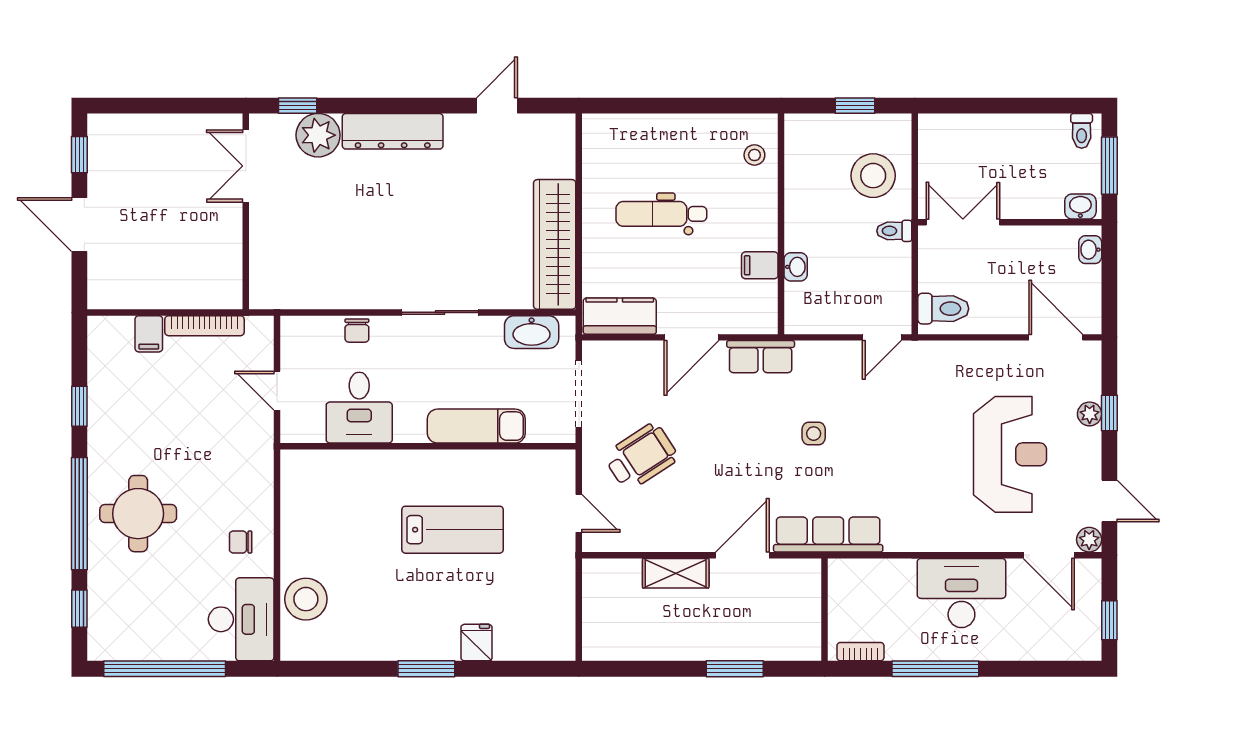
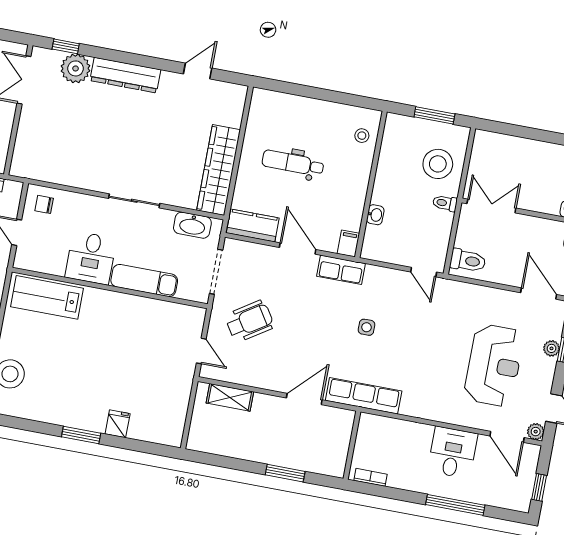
window: (855, 106) -> (434, 115), width x1.50
filing cabinet: (760, 265) -> (348, 243), moved, turned 90
chair: (357, 331) -> (44, 204), moved, turned 90
door: (692, 337) -> (298, 248), swing flipped
door: (882, 337) -> (424, 272), hinge flipped
desk: (359, 408) -> (91, 258), moved
lab bench: (453, 530) -> (47, 297), moved, turned 180
shelving: (676, 573) -> (230, 397), moved
desk: (961, 593) -> (453, 453), width x0.73
window: (935, 669) -> (455, 505), moved

